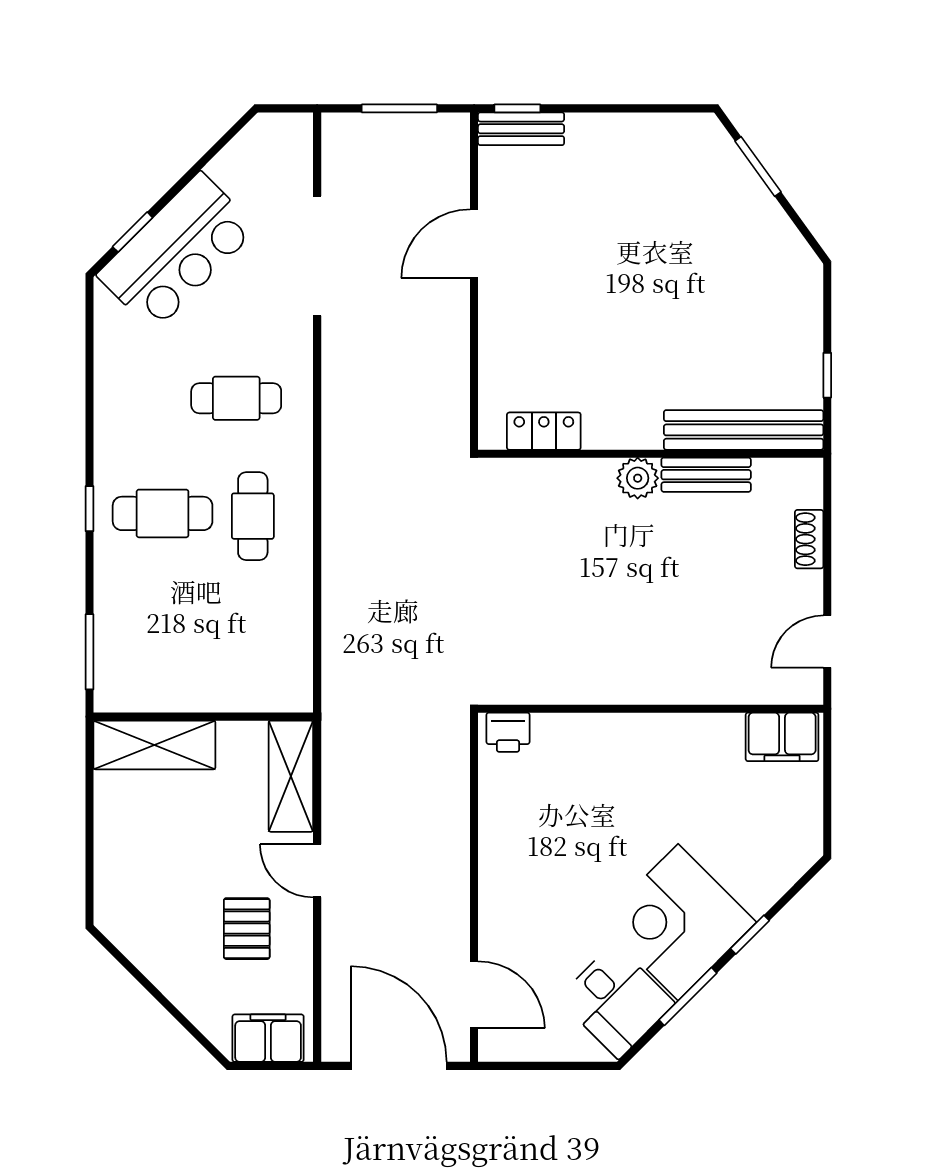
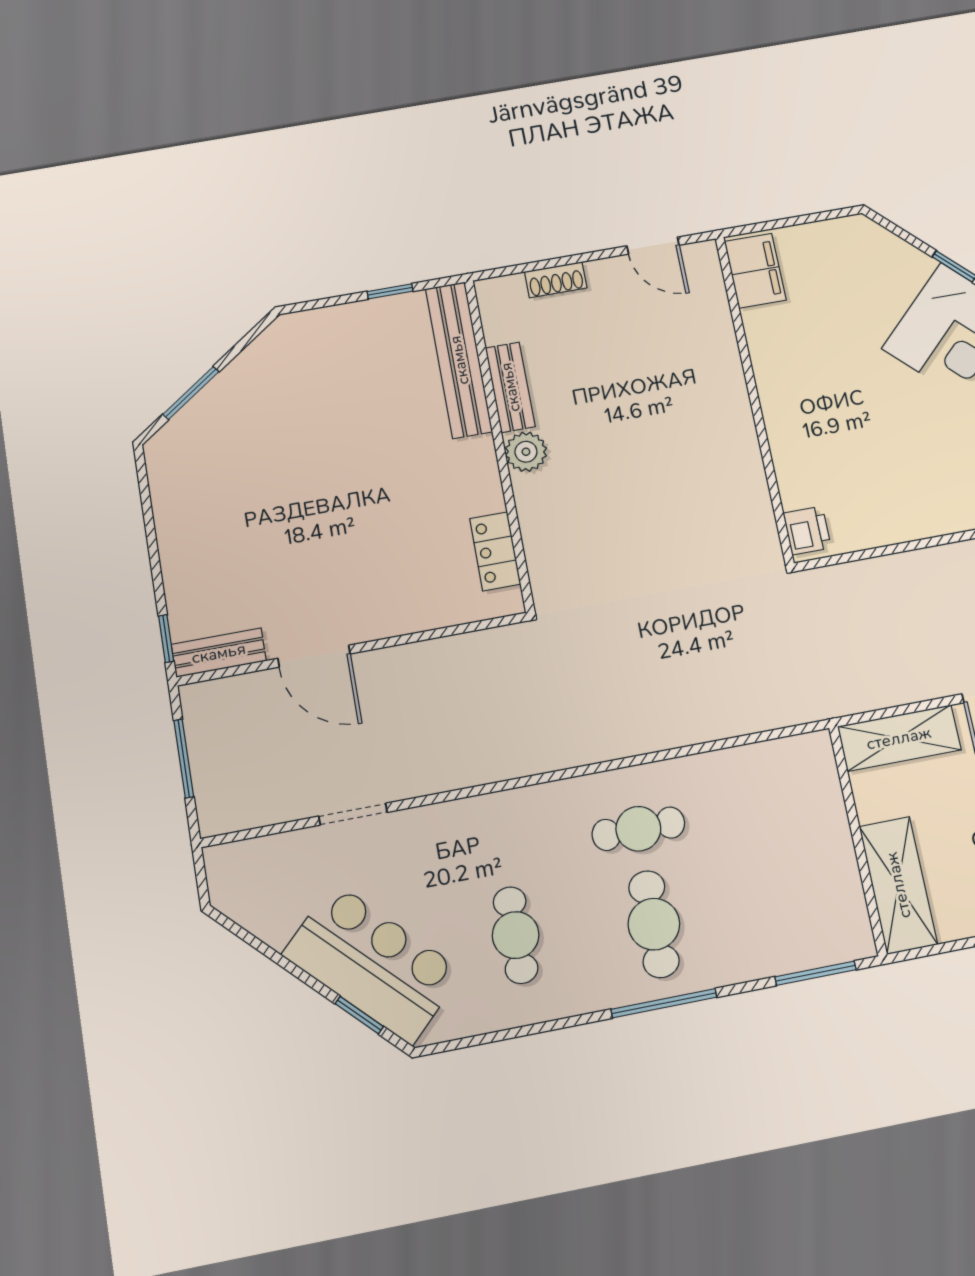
bench: (521, 129) -> (219, 653), moved, turned 90
doorway: (317, 256) -> (353, 814), width x0.53
cafe table: (236, 398) -> (516, 935), moved
window: (89, 509) -> (664, 1003), width x2.17

